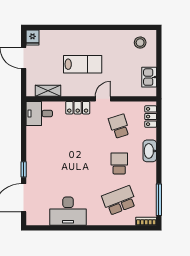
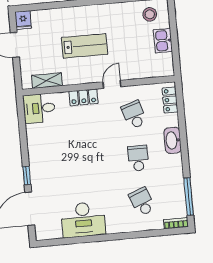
kitchen sink: (149, 77) -> (163, 41), moved
school desk: (119, 201) -> (142, 202), width x0.54

